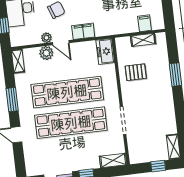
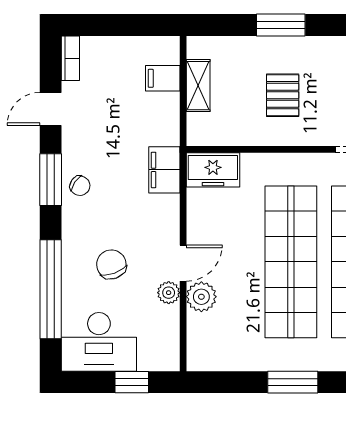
filing cabinet: (83, 31) -> (164, 170), moved
shelving: (18, 61) -> (212, 360), removed
pallet: (136, 72) -> (283, 95), moved

